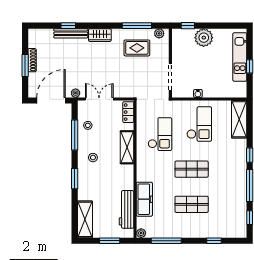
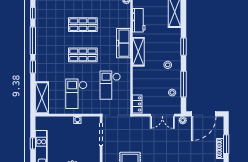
shelving: (127, 147) -> (138, 52), moved
freezer: (144, 199) -> (123, 43), moved
workbench: (126, 209) -> (139, 20), width x0.73

